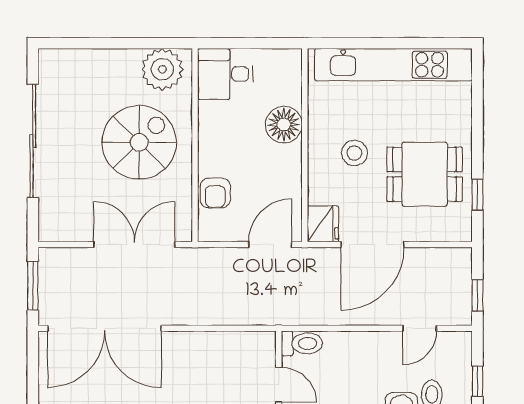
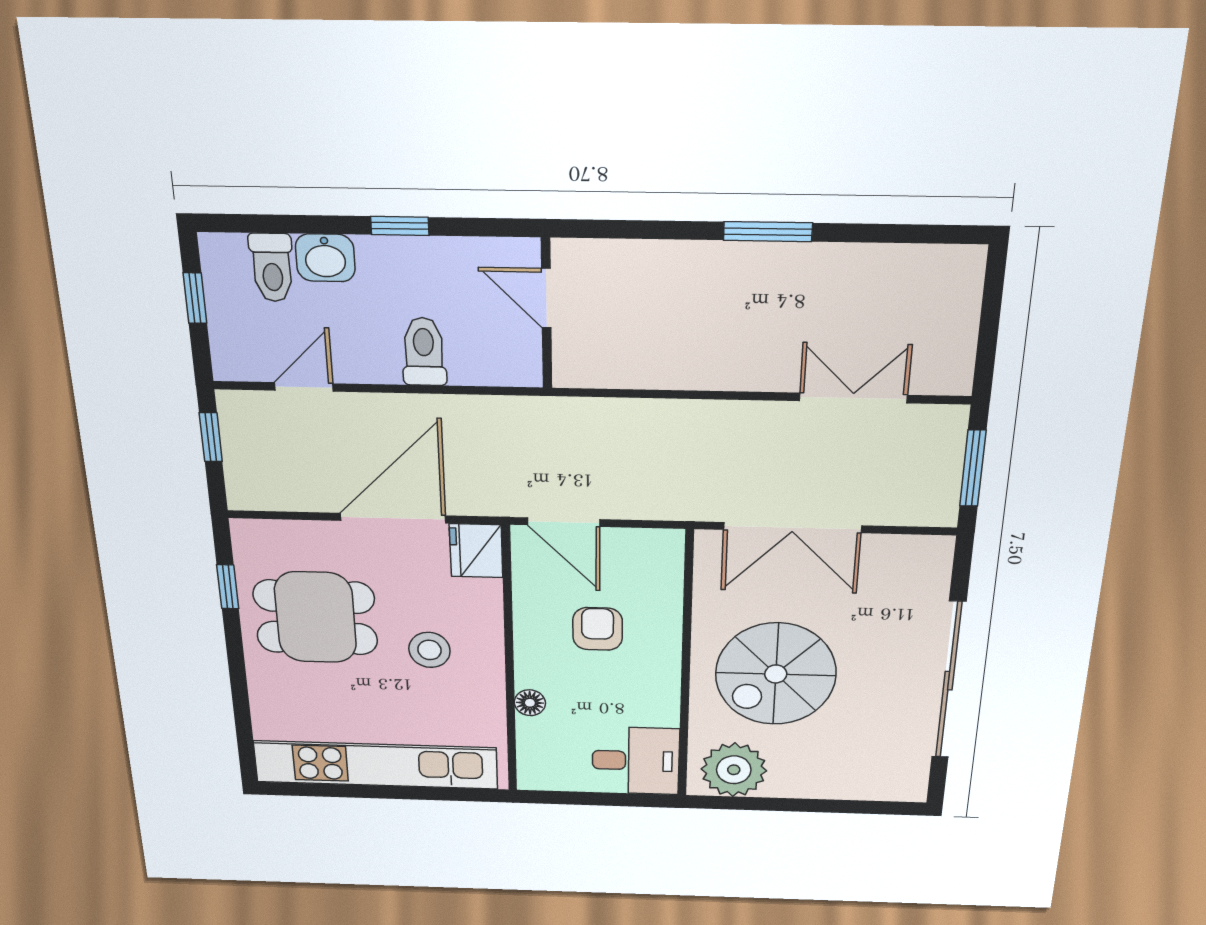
floor lamp: (284, 125) -> (530, 703), width x0.53, depth x0.53
armchair: (215, 193) -> (598, 629), moved
door: (270, 245) -> (564, 522), hinge flipped
double door: (104, 328) -> (853, 398), width x0.54
toilet: (302, 343) -> (424, 352), moved, turned 90

